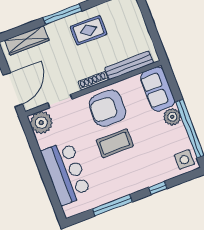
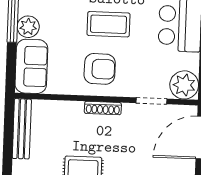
bench: (129, 65) -> (22, 129), moved, turned 90
armchair: (107, 108) -> (100, 69), width x0.73, depth x0.73

